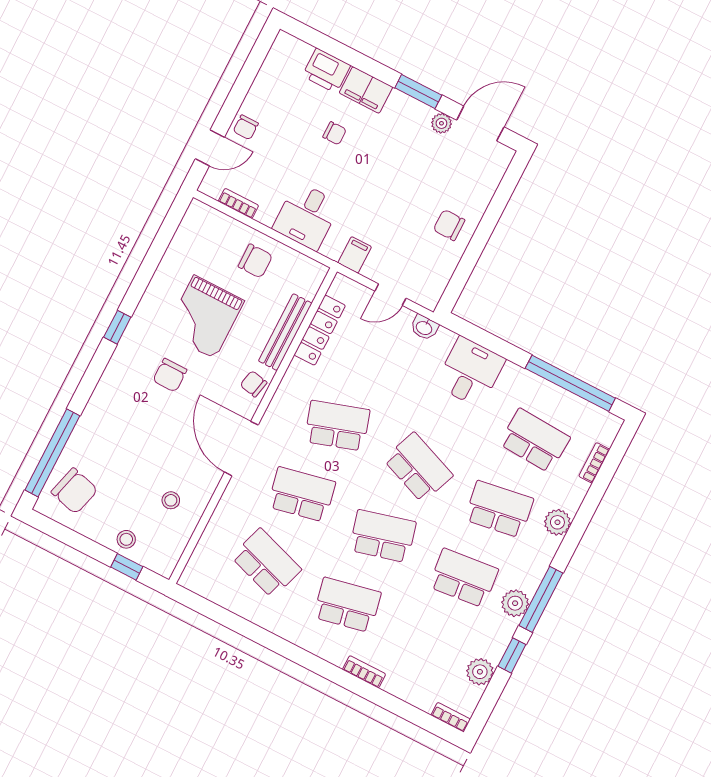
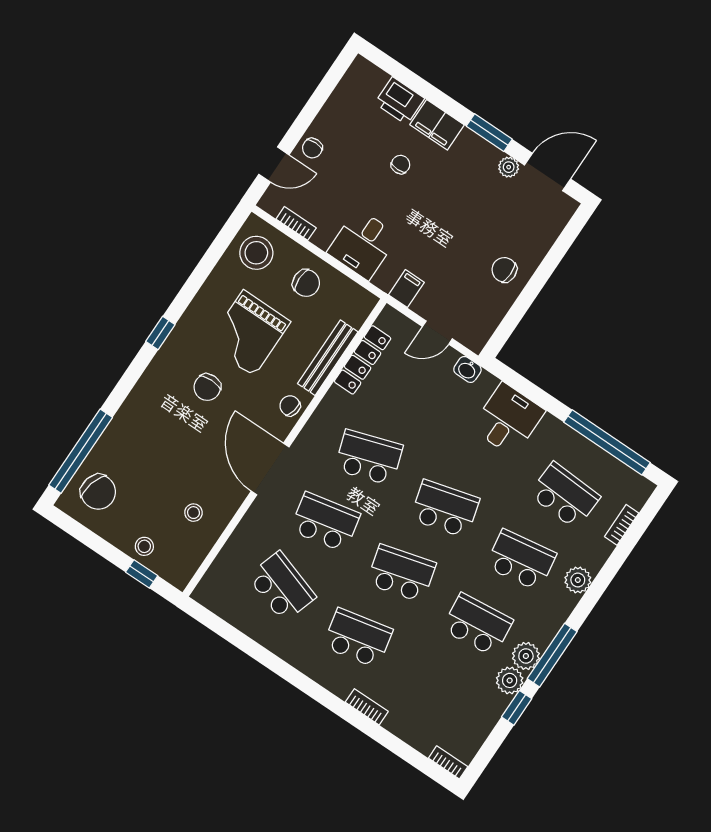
chair: (335, 133) -> (401, 165), turned -90
stool: (203, 237) -> (256, 253), added
school desk: (418, 467) -> (445, 509), turned -36
plant: (480, 672) -> (510, 680), moved

